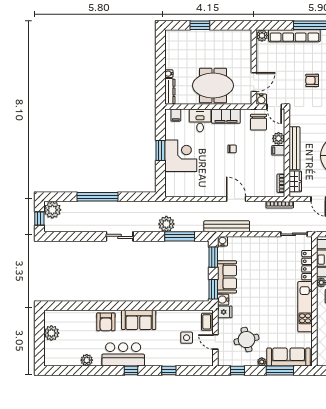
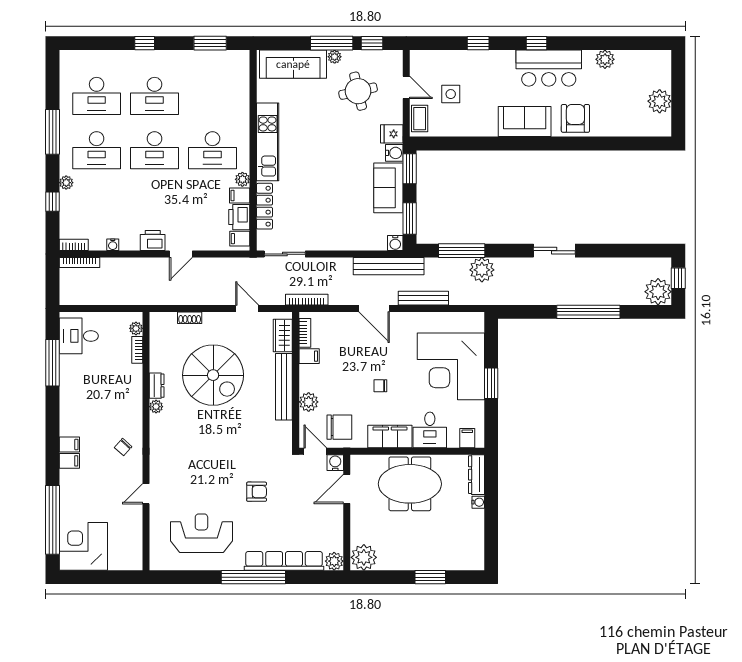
plant: (243, 38) -> (364, 557), added
chair: (259, 122) -> (339, 427), turned 90
filing cabinet: (278, 150) -> (309, 356), moved
corner desk: (181, 156) -> (451, 366), width x1.36, depth x1.36
bench: (204, 206) -> (423, 298), added
window: (280, 371) -> (332, 43), moved

